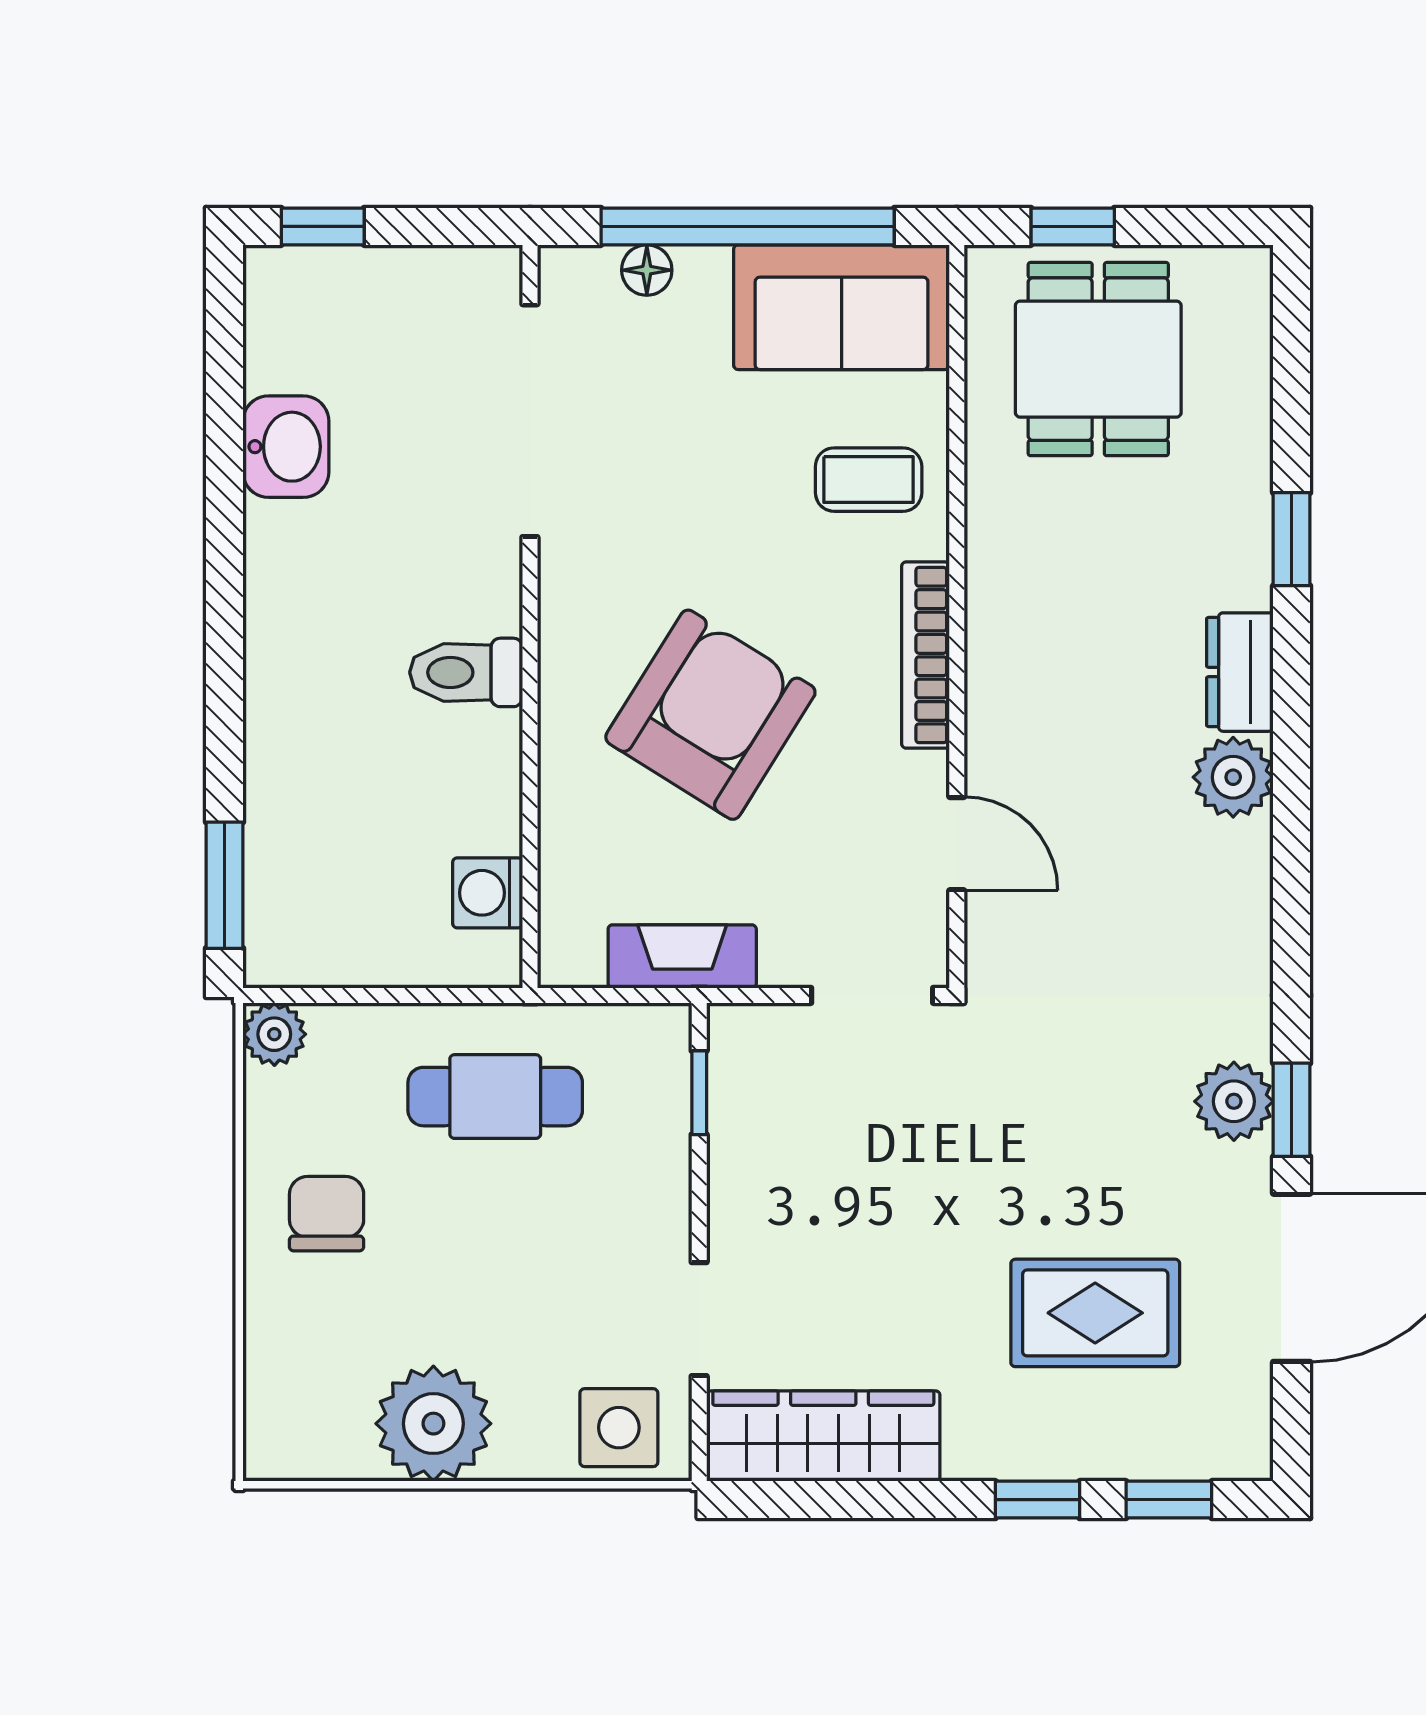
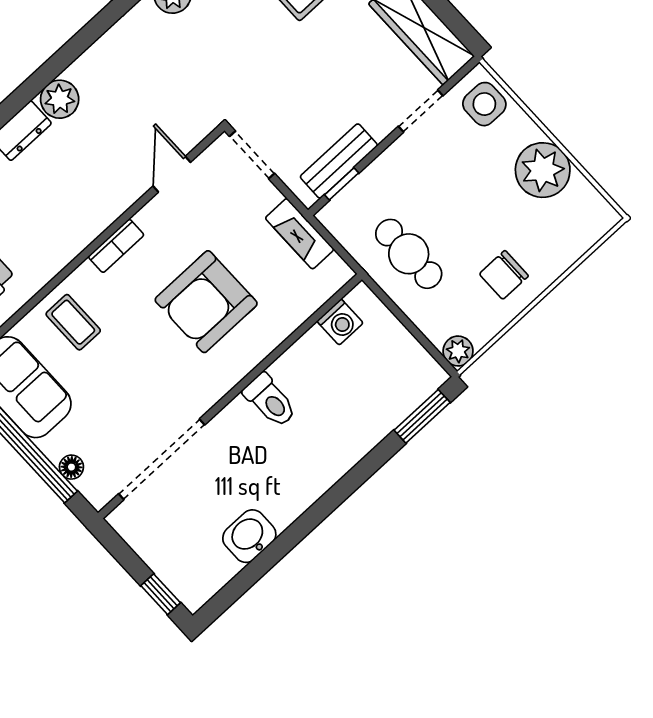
bookcase: (926, 655) -> (116, 246), width x0.64
armchair: (710, 715) -> (206, 302), turned -32
bench: (739, 1121) -> (339, 161), added

